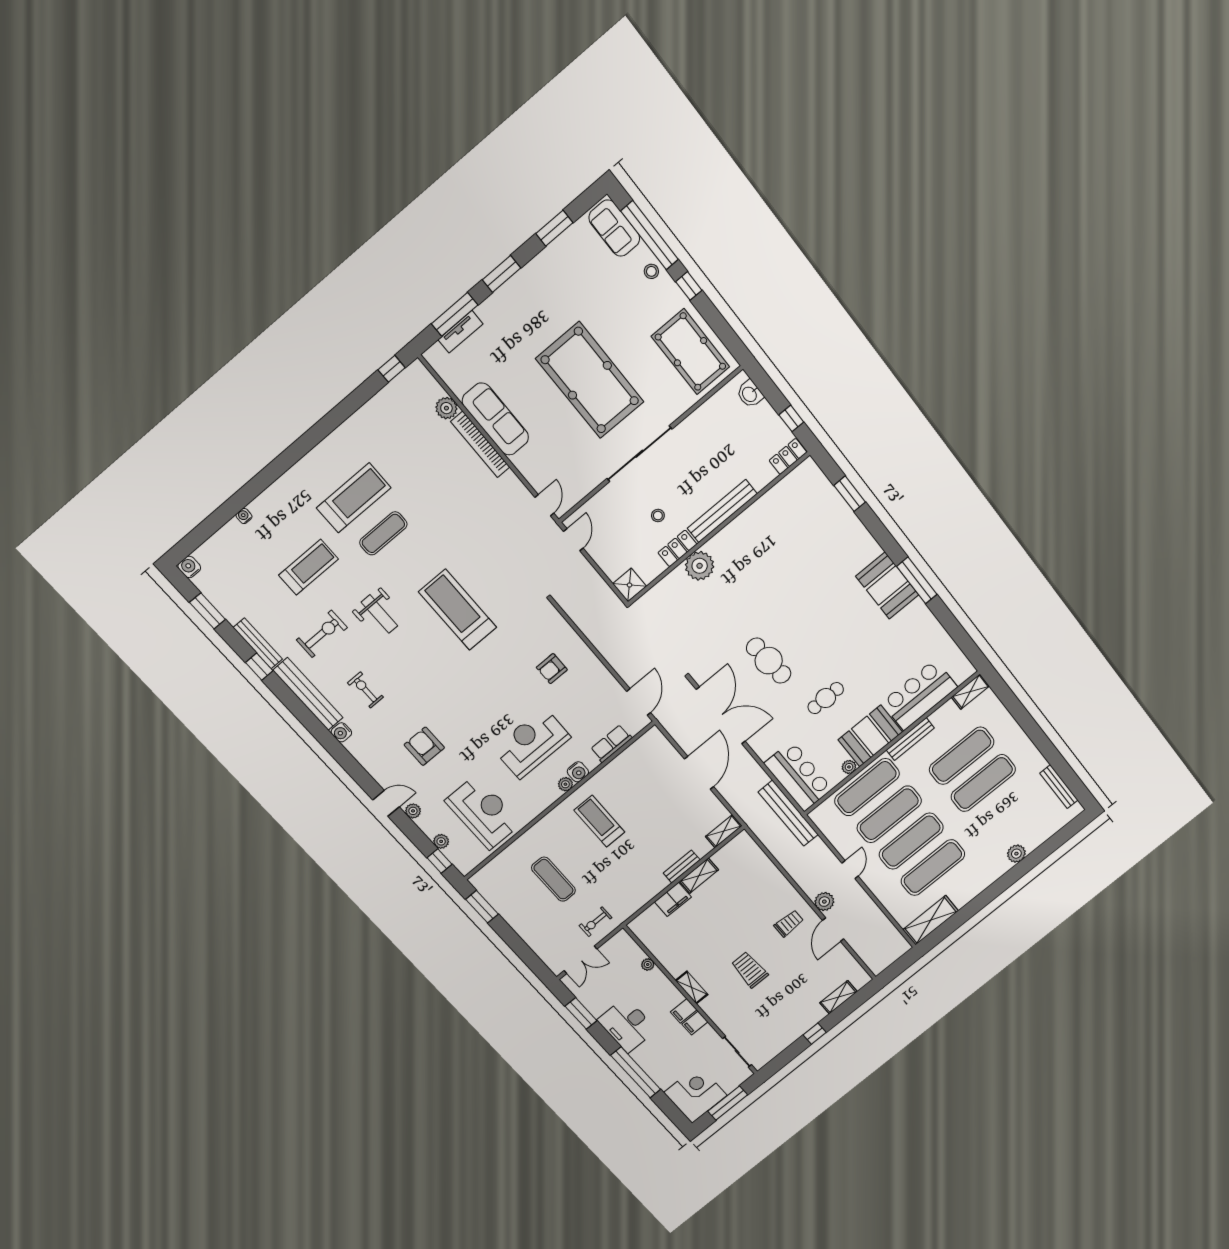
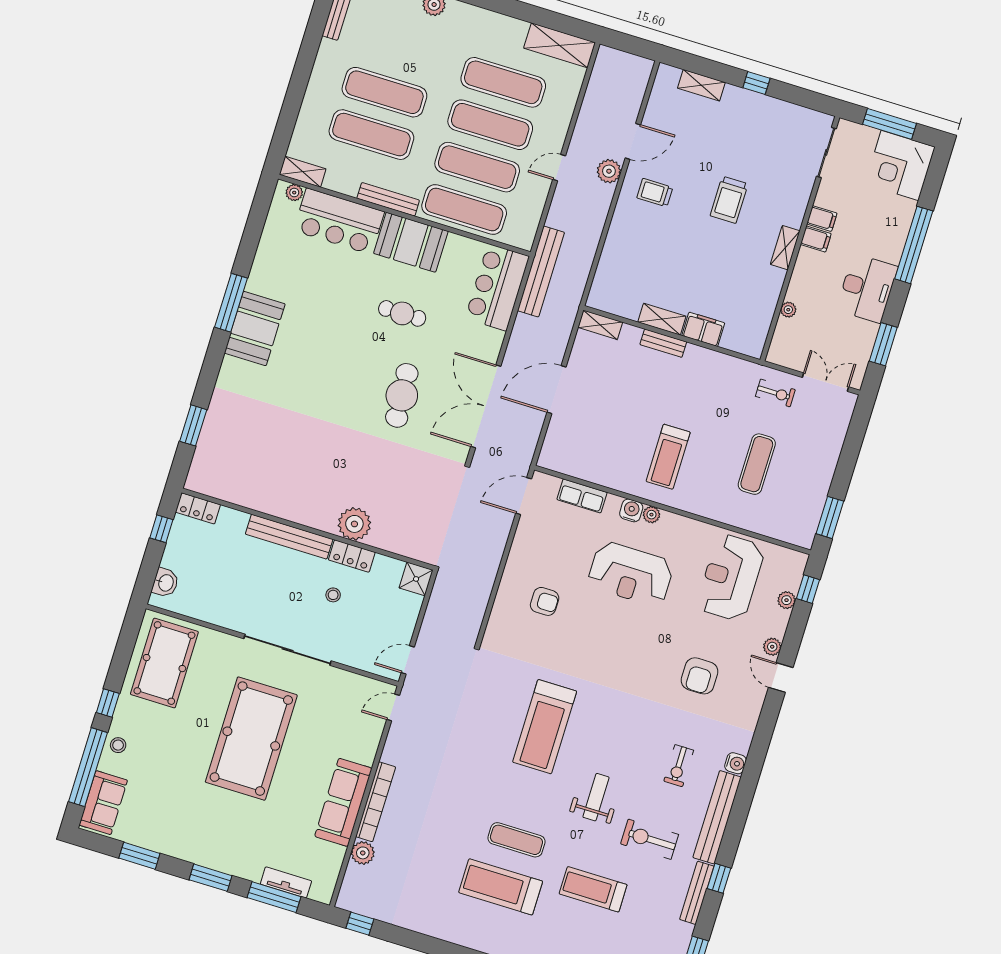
plant: (849, 767) -> (294, 193), moved

